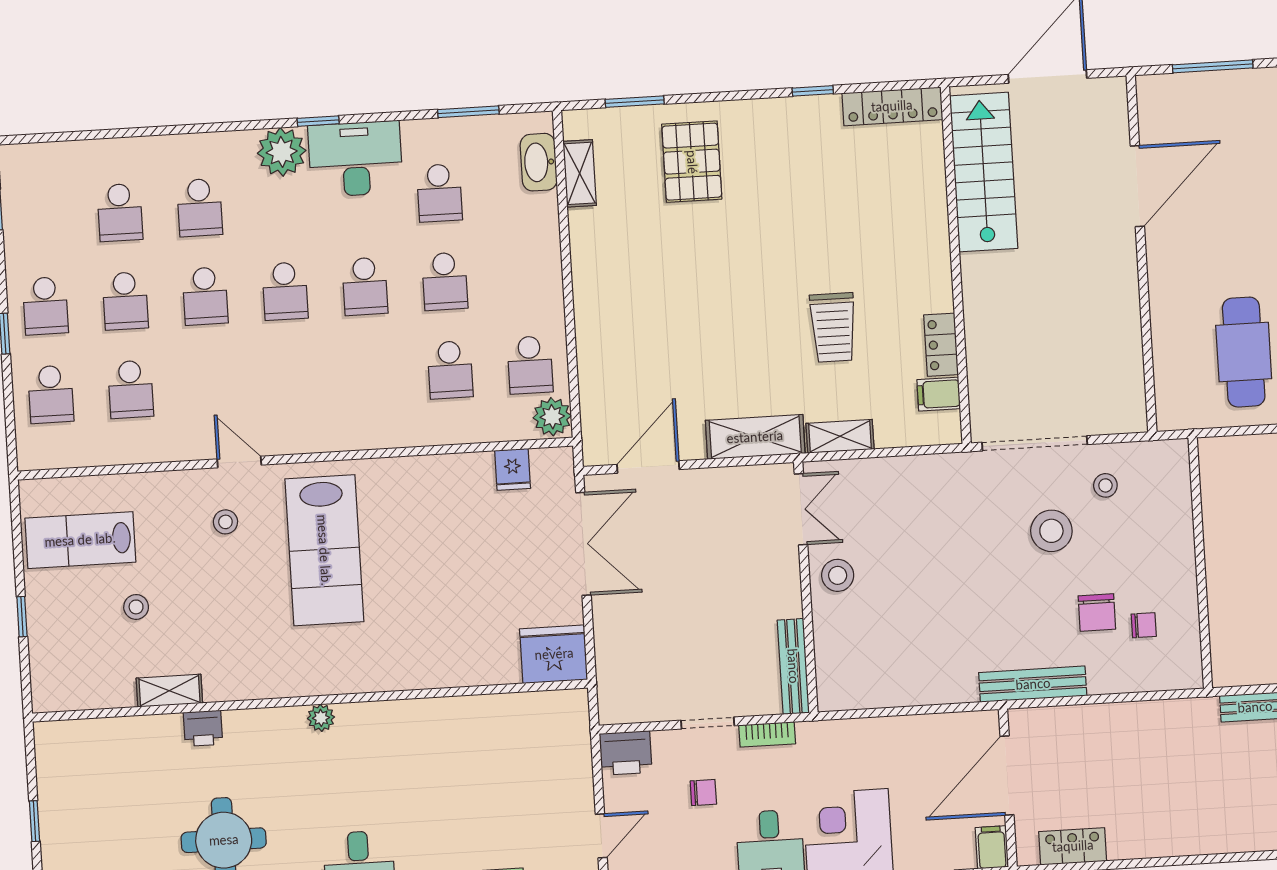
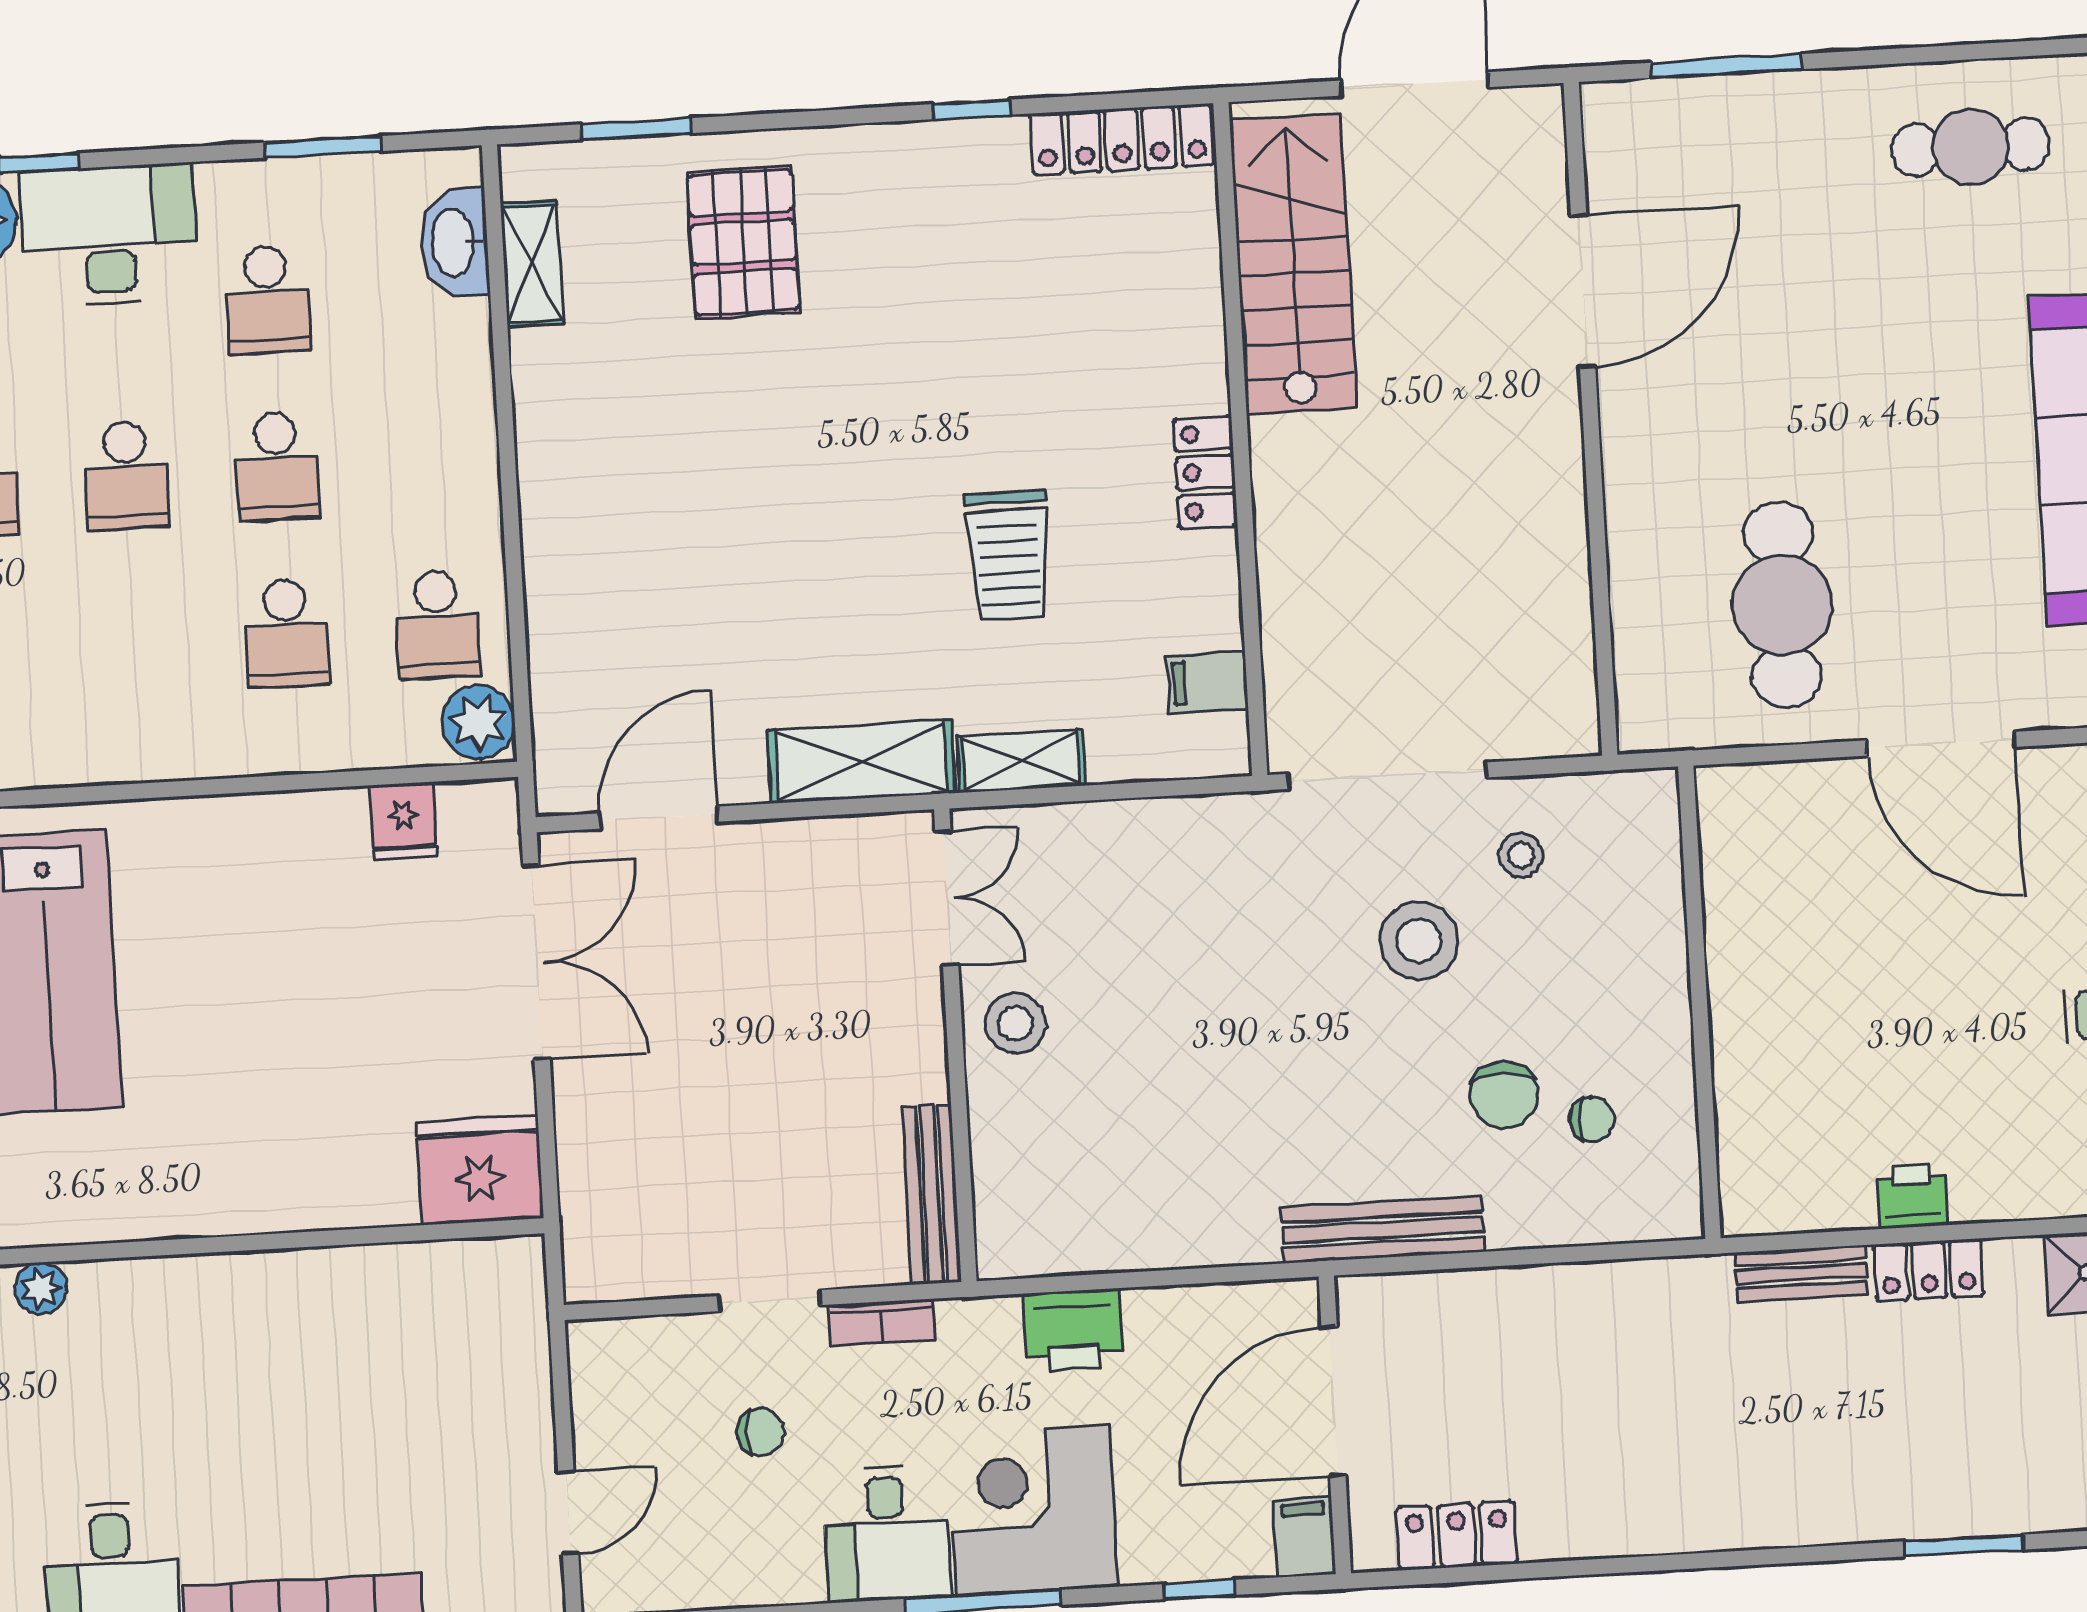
locker: (941, 345) -> (1205, 472), moved
printer: (626, 753) -> (1073, 1330), moved

